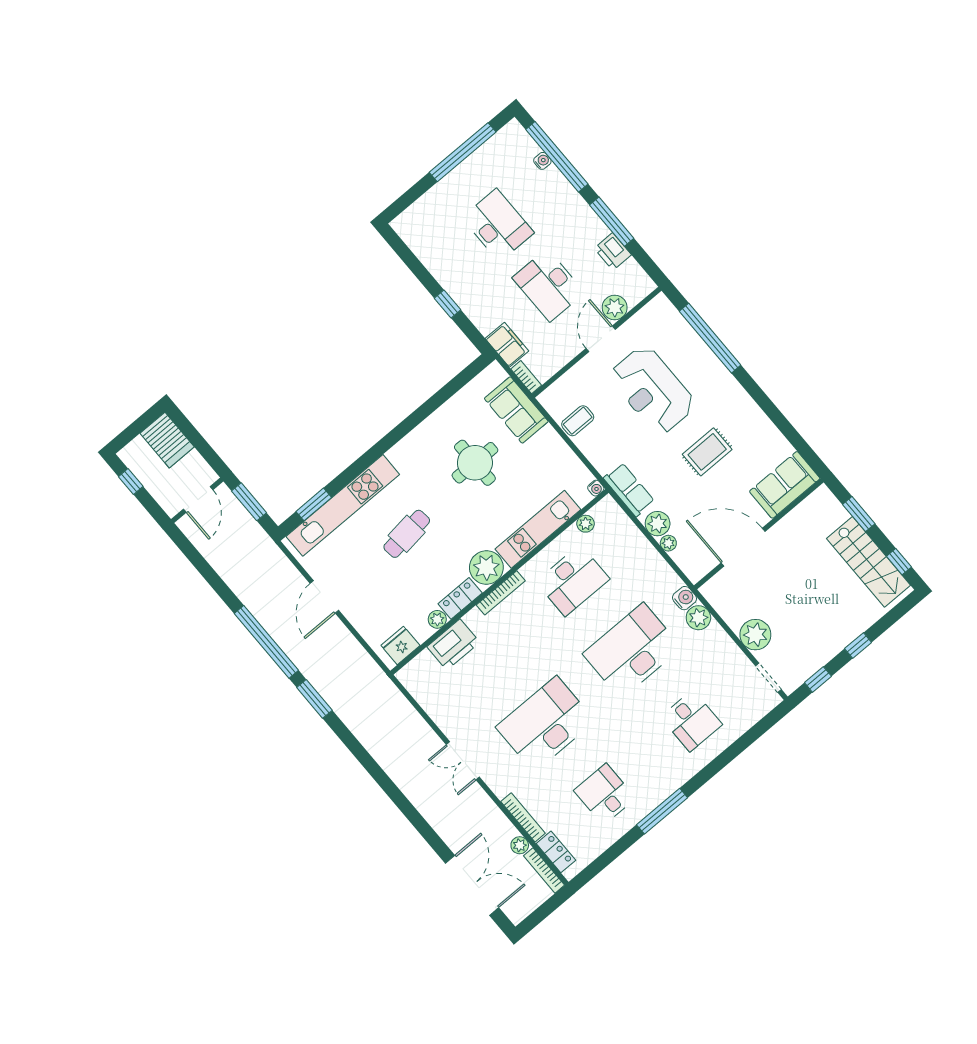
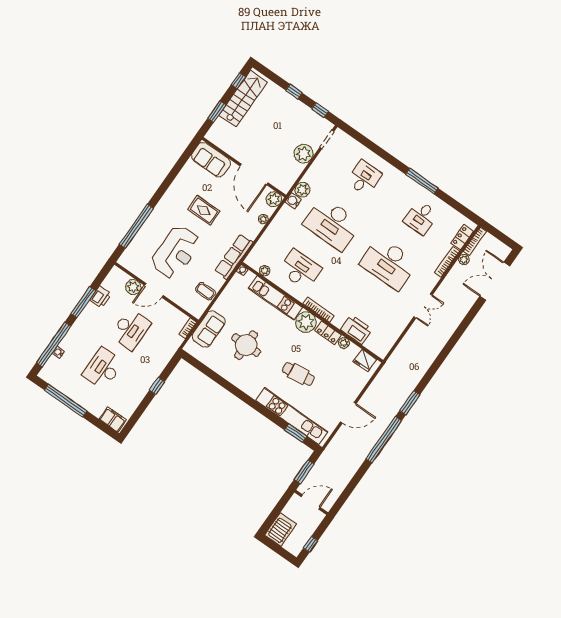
filing cabinet: (507, 345) -> (113, 419), moved, turned 90
row of seats: (629, 490) -> (234, 257), width x1.48
plant: (658, 524) -> (274, 199), moved

